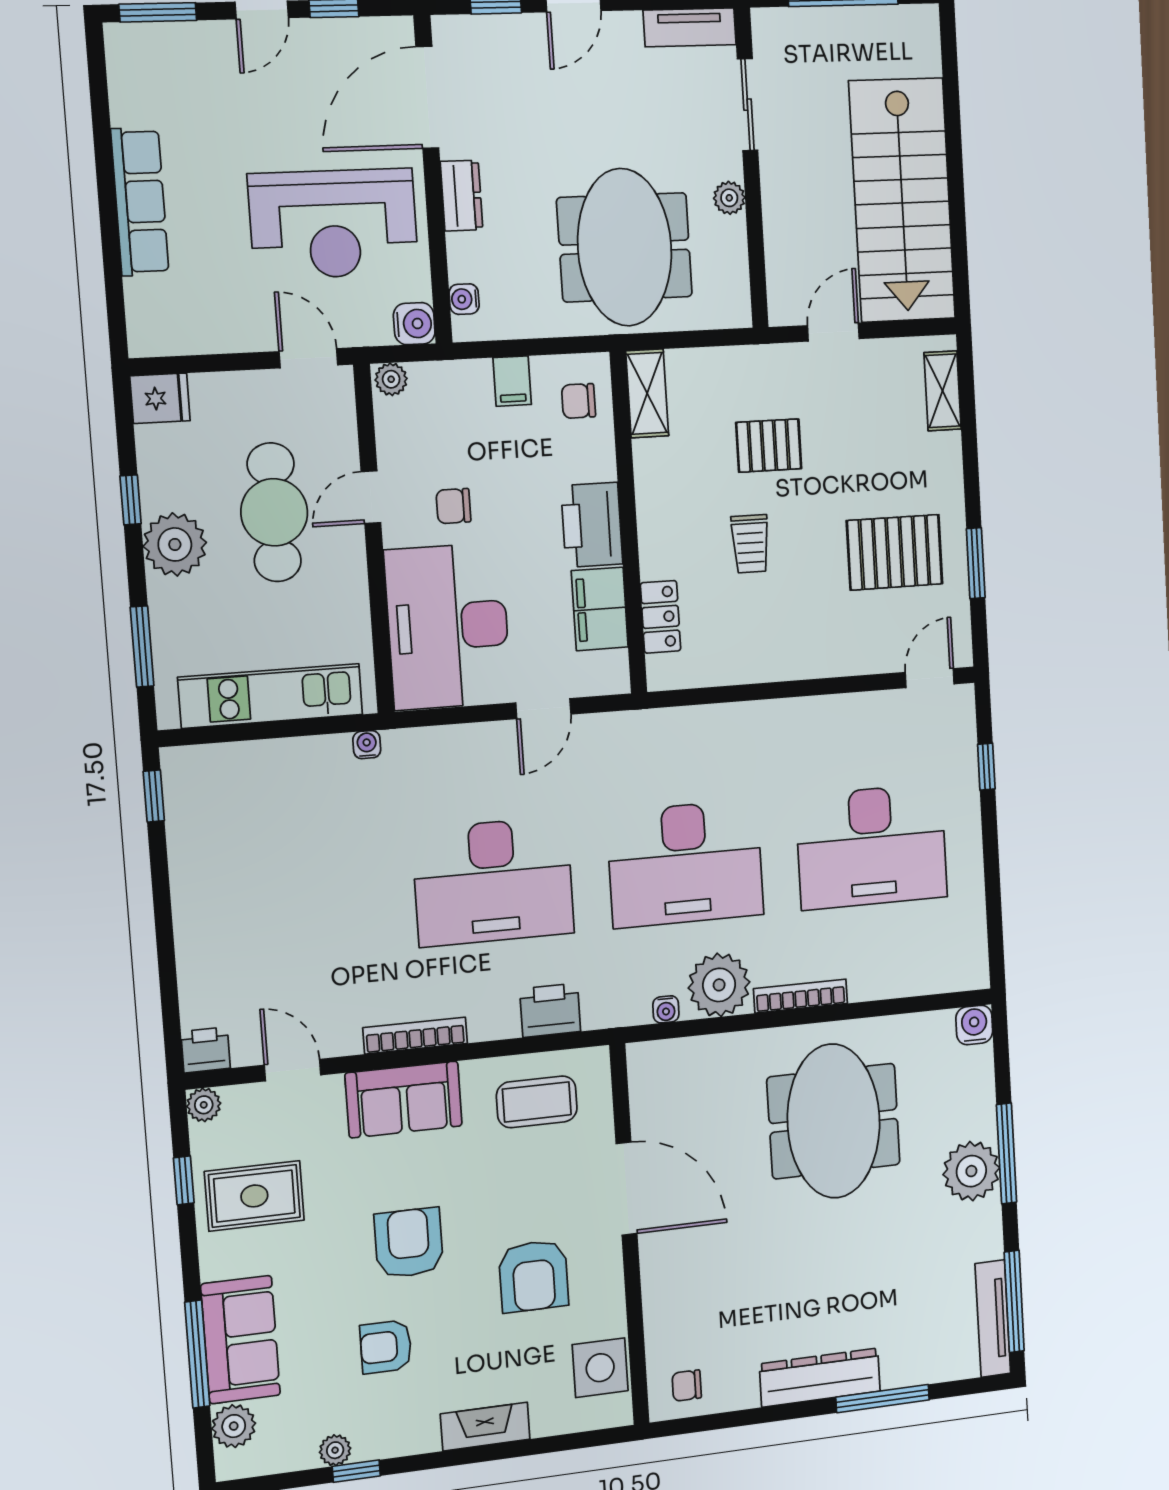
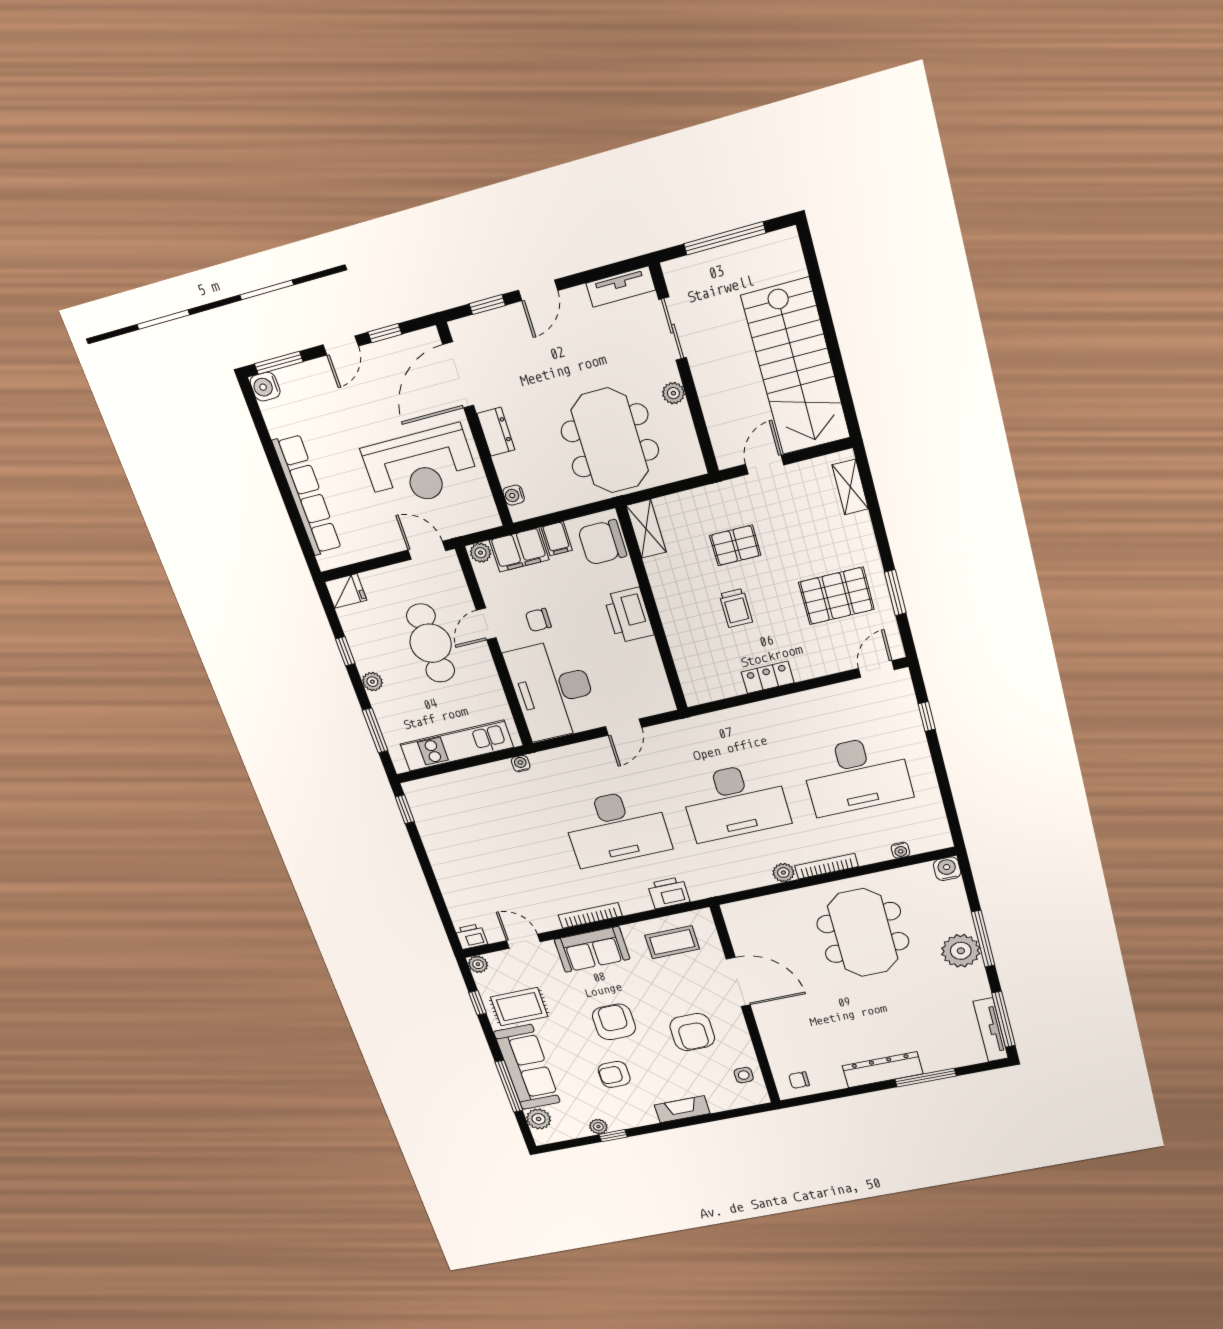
row of seats: (140, 202) -> (307, 495), width x1.36
water cooler: (414, 324) -> (265, 387), moved, turned 180
chair: (579, 401) -> (602, 542), width x1.87, depth x1.87
plant: (175, 544) -> (372, 682), width x0.53, depth x0.53
filing cabinet: (600, 609) -> (519, 550), moved, turned -90
locker: (661, 617) -> (768, 677), moved, turned -90
plant: (719, 985) -> (783, 873), width x0.53, depth x0.53
water cooler: (666, 1009) -> (900, 850), moved
sofa: (241, 1340) -> (527, 1067), width x1.36
side table: (600, 1368) -> (744, 1075), width x0.54, depth x0.54

